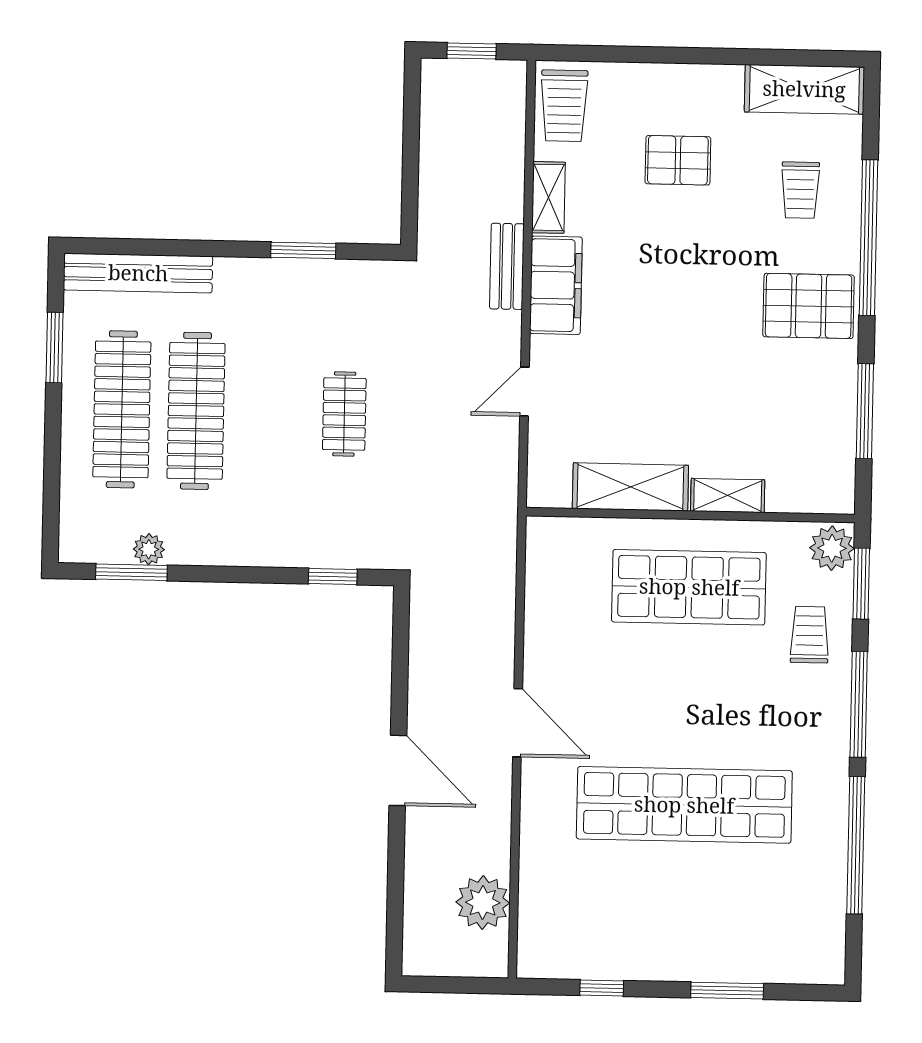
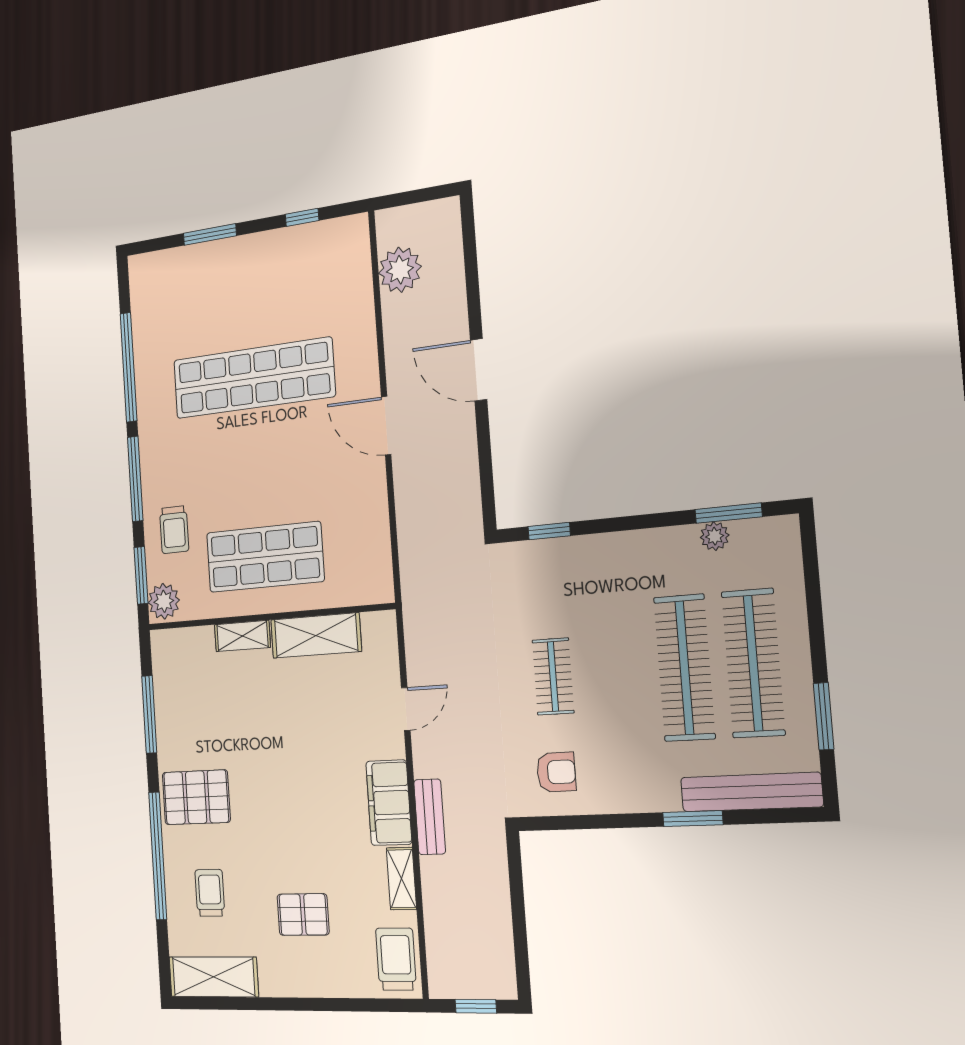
window: (303, 250) -> (693, 819), moved
armchair: (351, 308) -> (556, 772), added

